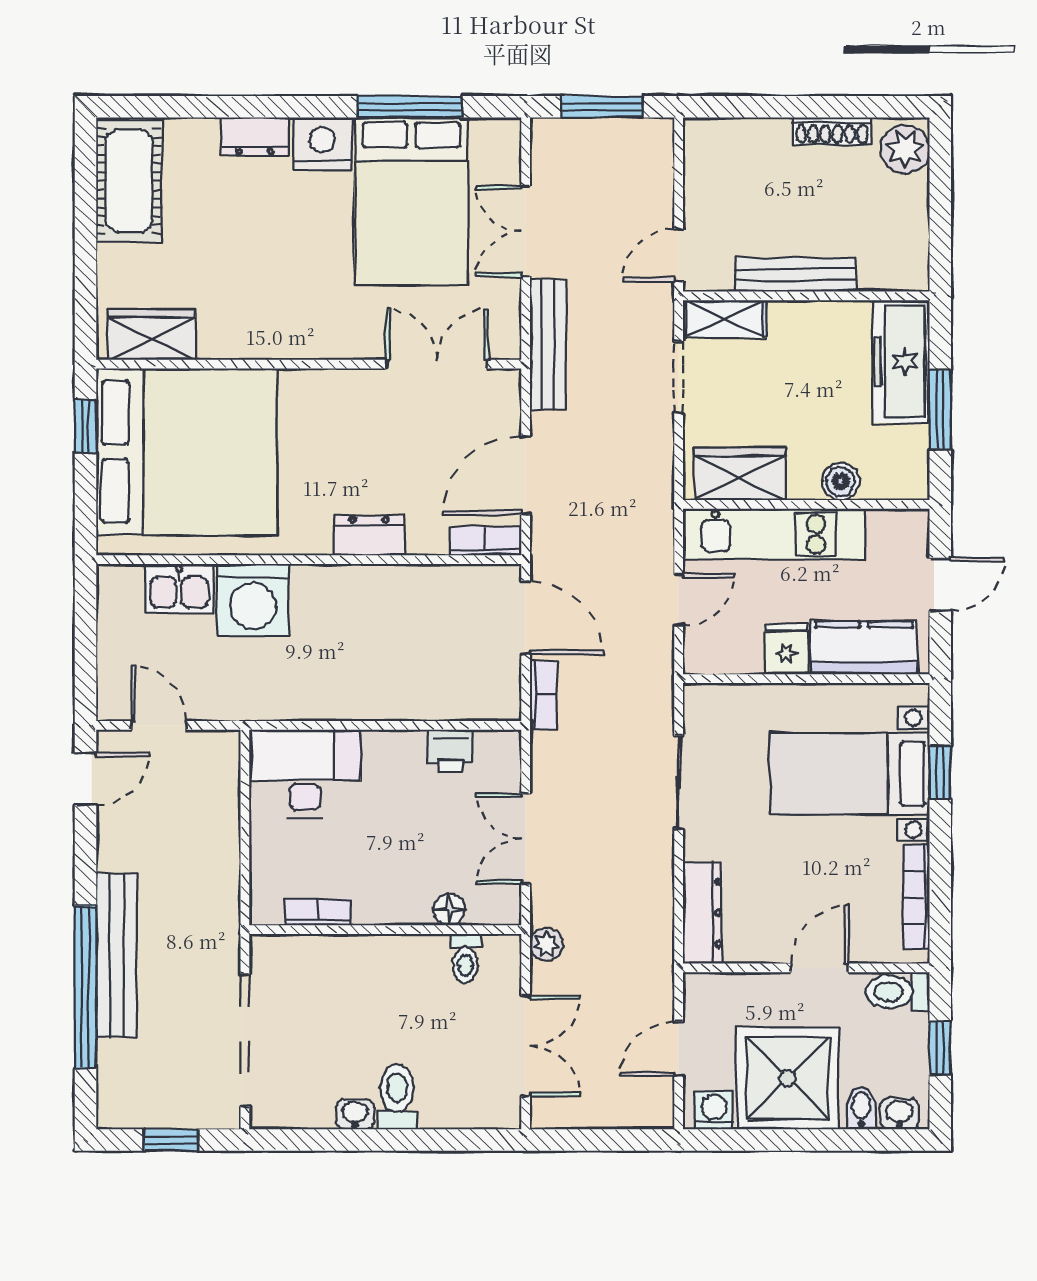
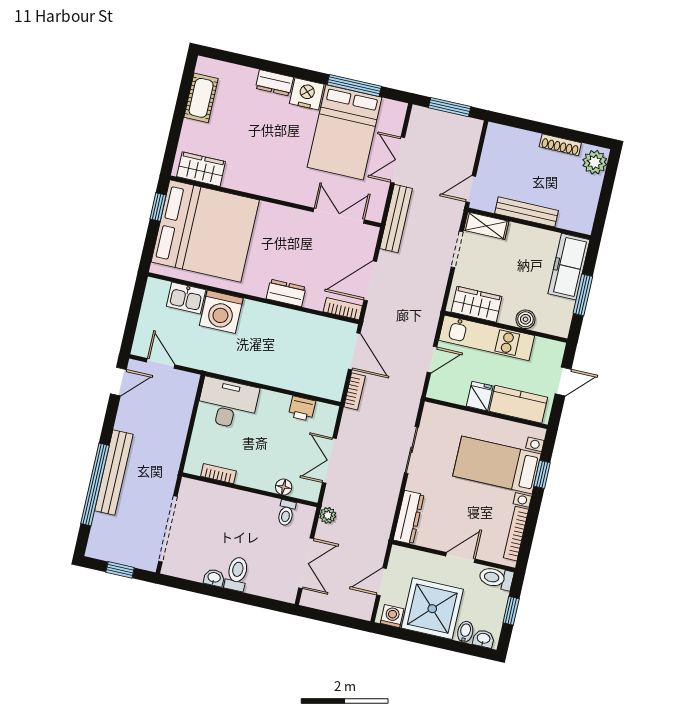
cot: (129, 181) -> (201, 98), width x0.73, depth x0.75

